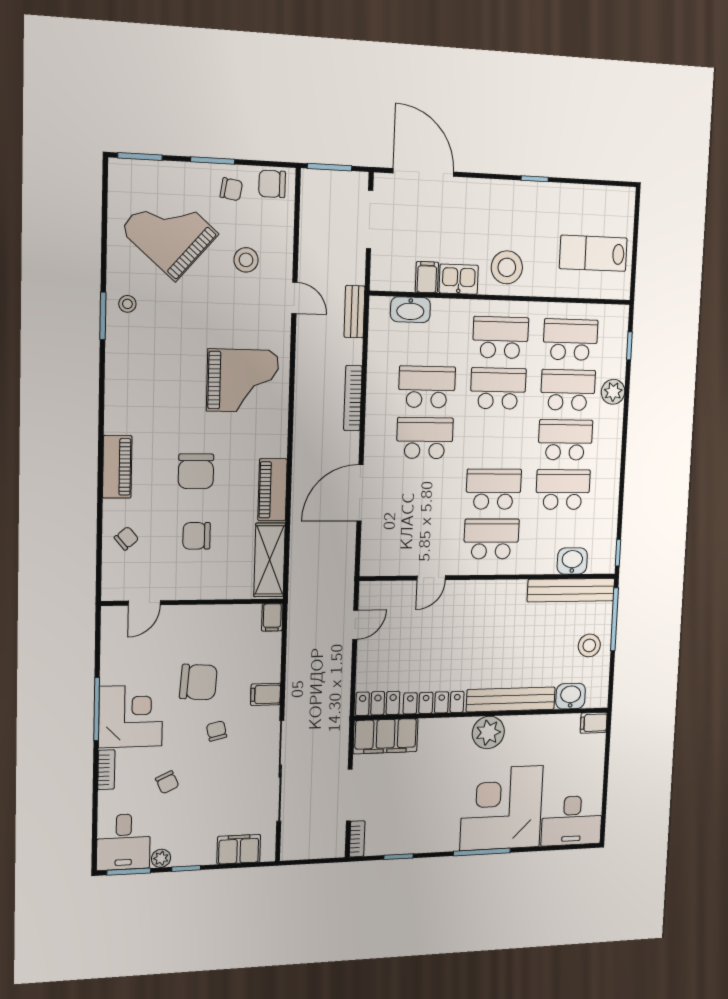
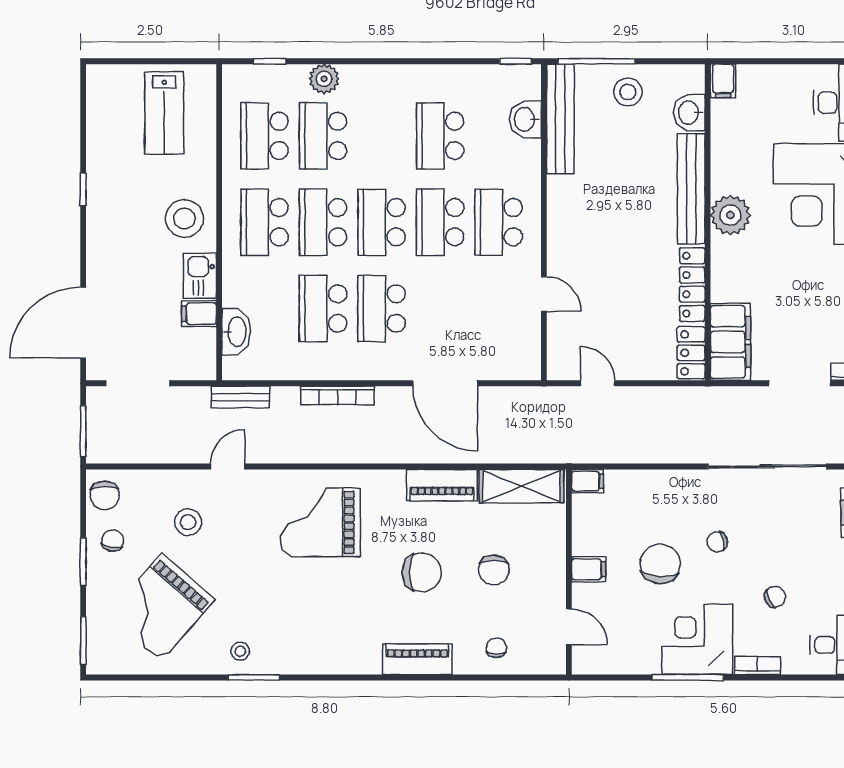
grand piano: (243, 381) -> (320, 522), turned -90
school desk: (565, 440) -> (382, 222), moved
chair: (126, 538) -> (496, 648), turned 40
filing cabinet: (266, 694) -> (589, 569), moved, turned -90

